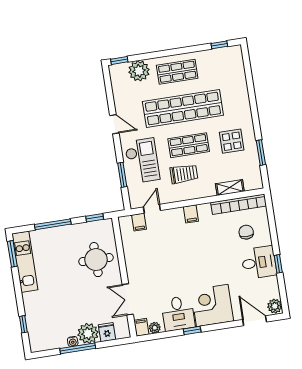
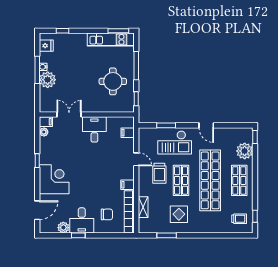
trolley: (226, 64) -> (239, 219), added
door: (114, 124) -> (206, 125), hinge flipped
door: (152, 209) -> (136, 159), moved
filing cabinet: (191, 214) -> (128, 185), moved
round table: (96, 260) -> (113, 81), moved
plant: (275, 306) -> (63, 228), moved
desk: (178, 313) -> (94, 129), moved, turned 90
fridge: (107, 332) -> (46, 46), moved

